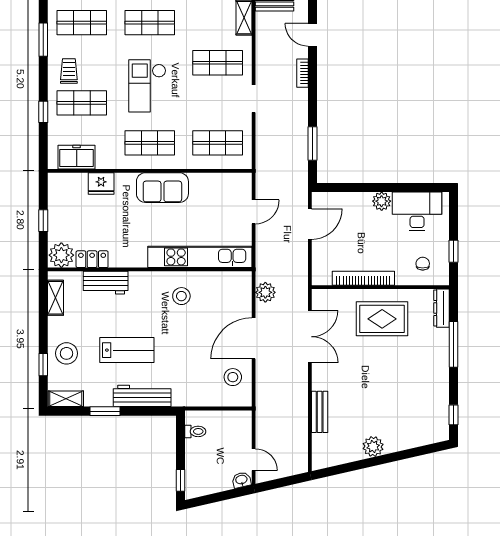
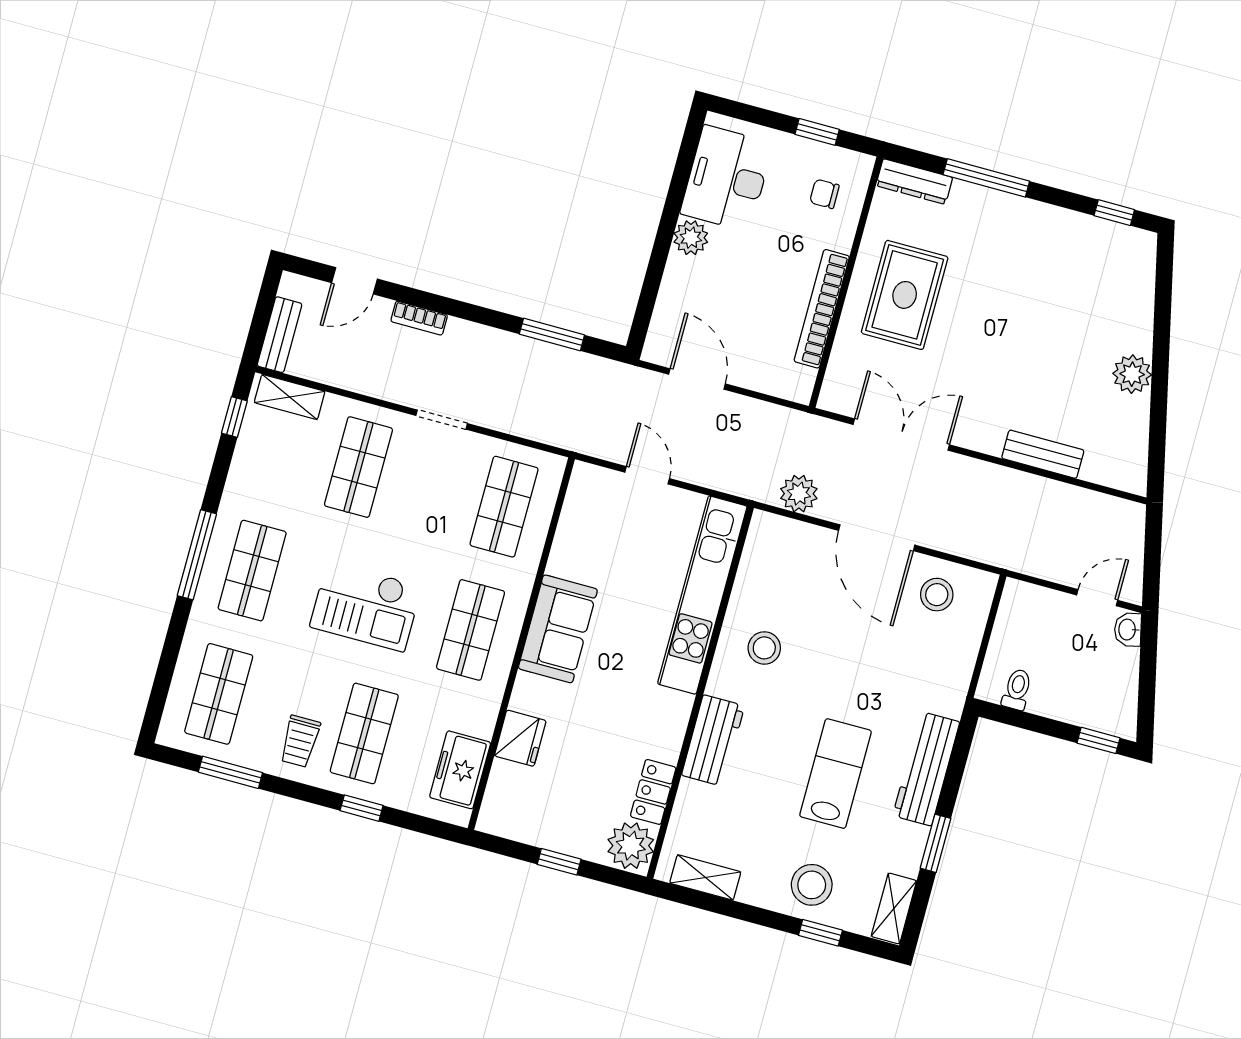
trolley: (69, 71) -> (300, 741), turned -90
workbench: (106, 283) -> (713, 740), moved

